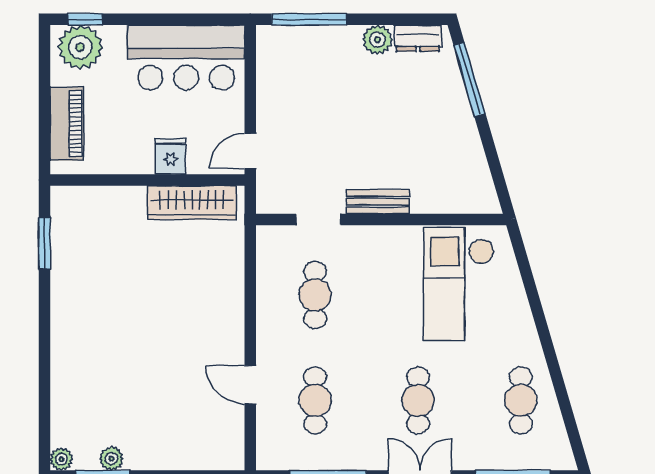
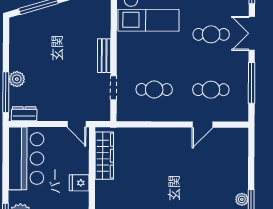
dresser: (418, 38) -> (24, 114), moved, turned -90
plant: (377, 40) -> (17, 79), moved
fridge: (171, 156) -> (79, 183), moved

